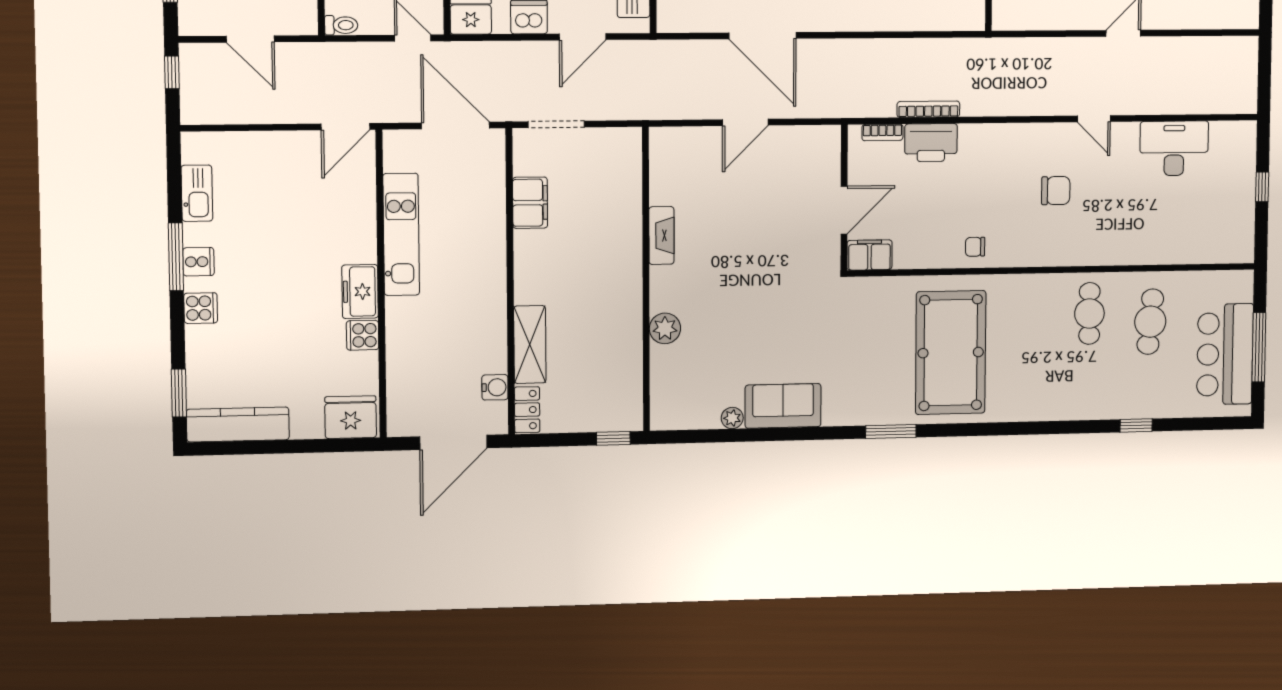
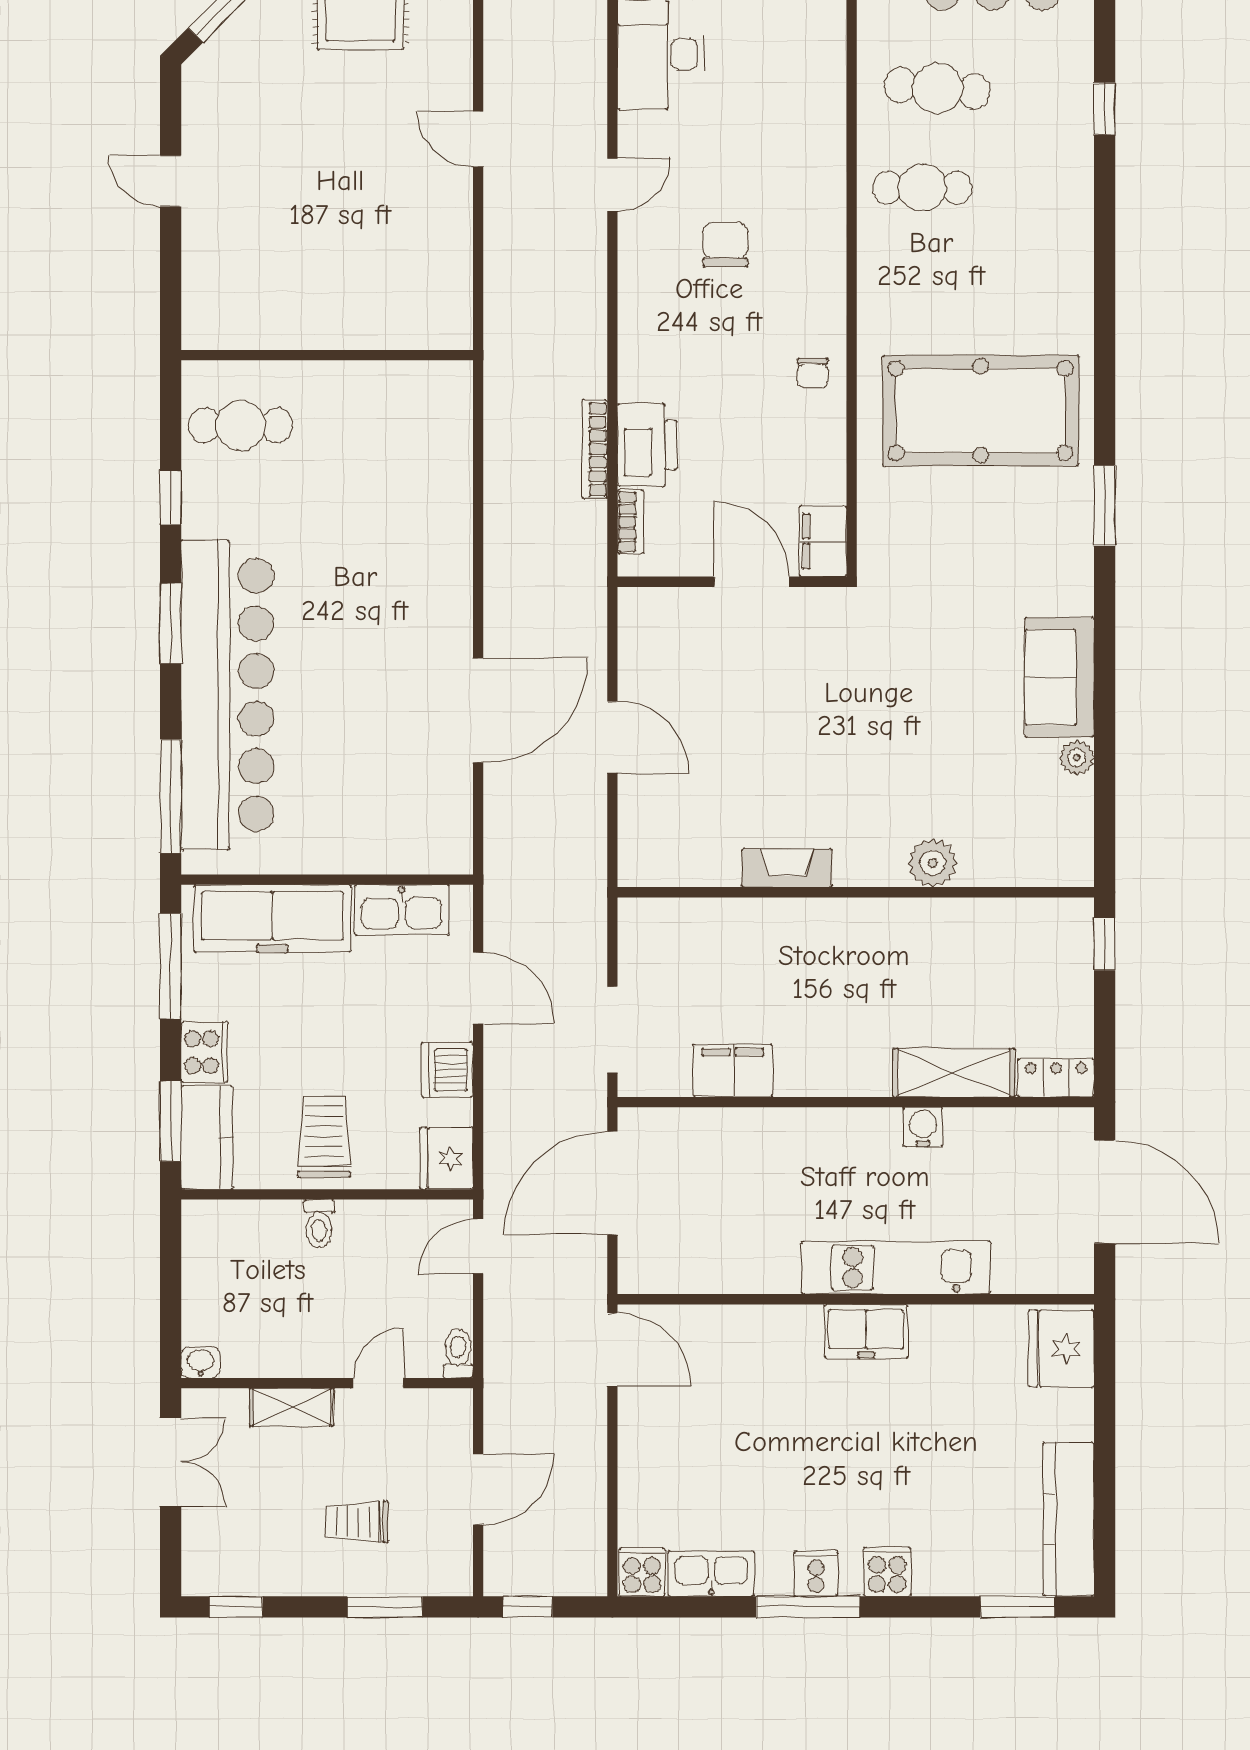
kitchen unit: (401, 234) -> (896, 1268), moved
cooker: (363, 335) -> (642, 1572), moved, turned 180
water cooler: (495, 387) -> (923, 1127), moved

